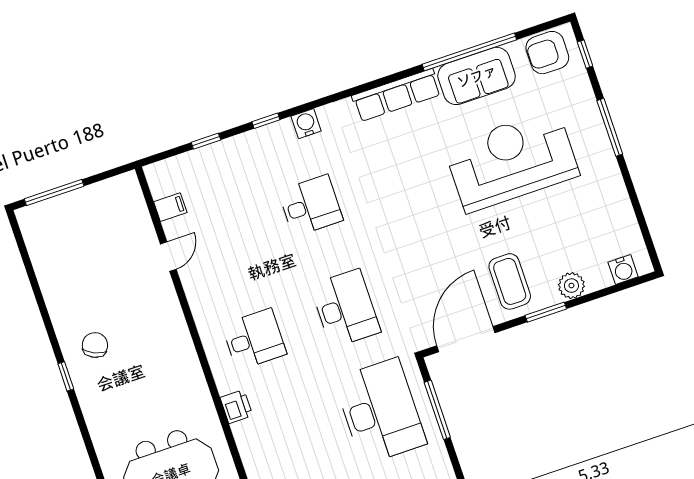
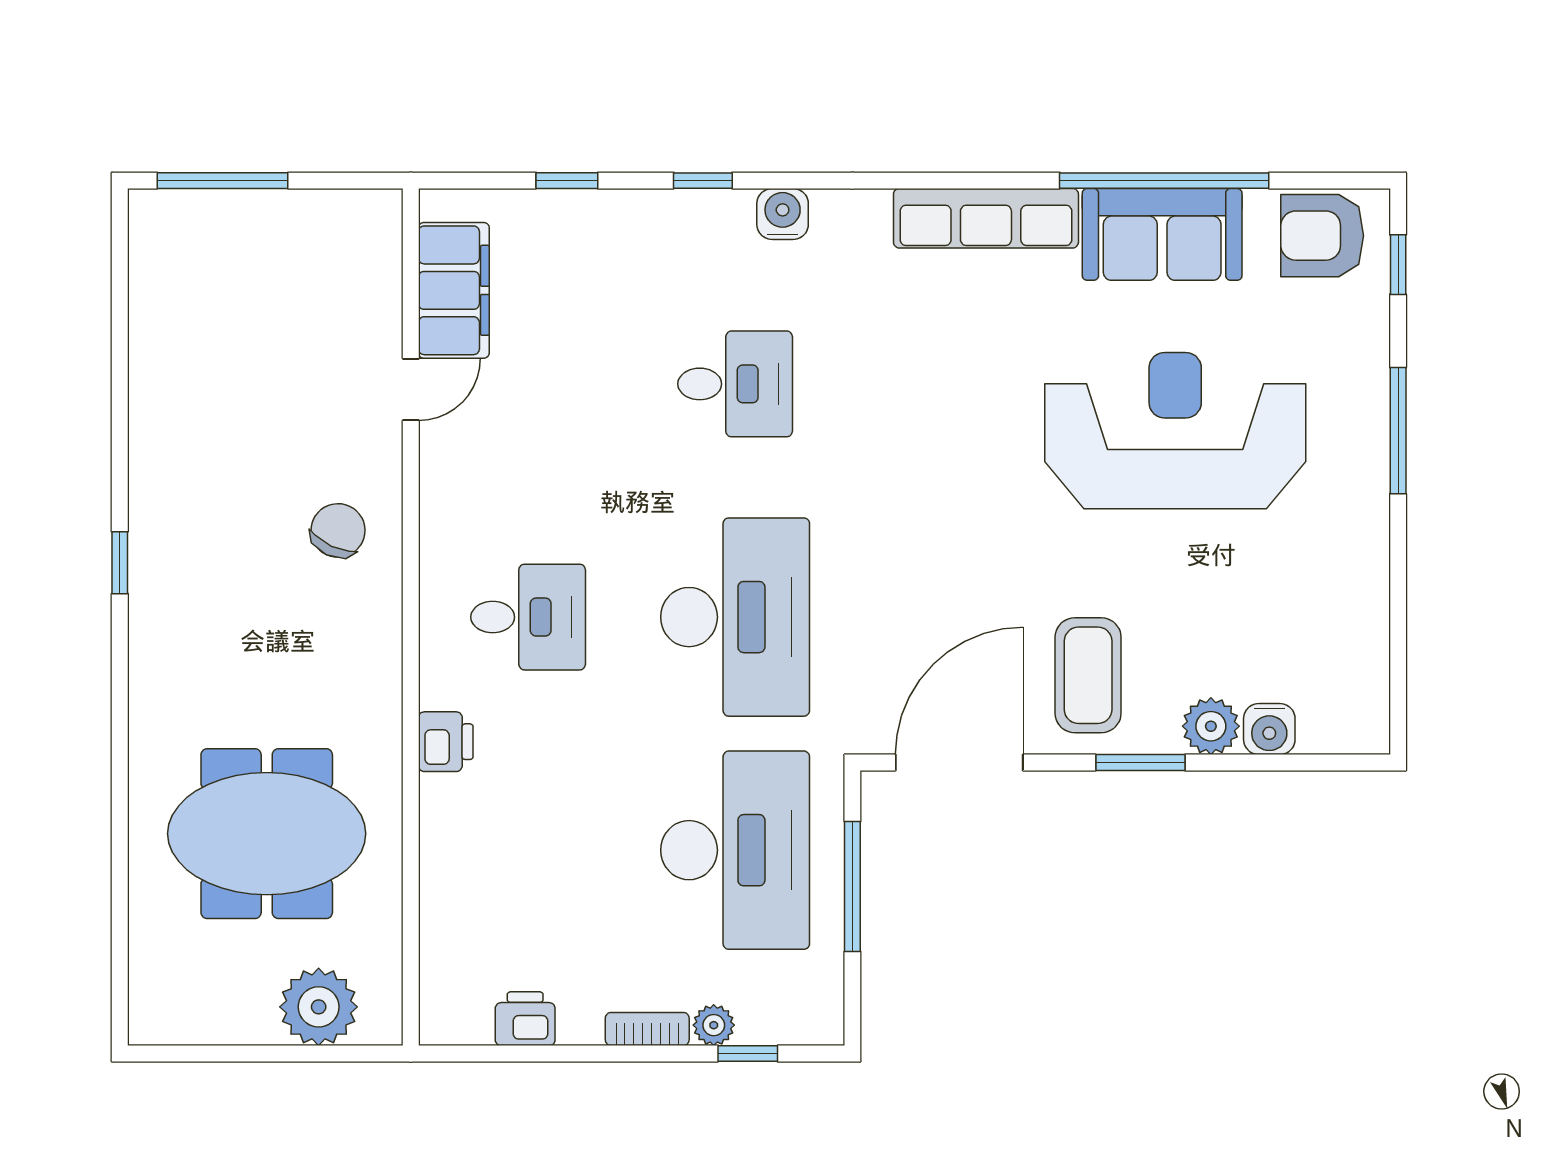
filing cabinet: (170, 207) -> (454, 290), width x3.00, depth x1.17
water cooler: (623, 270) -> (1269, 729), moved
desk: (345, 308) -> (735, 617), width x1.36, depth x1.30
chair: (95, 345) -> (338, 530), moved

